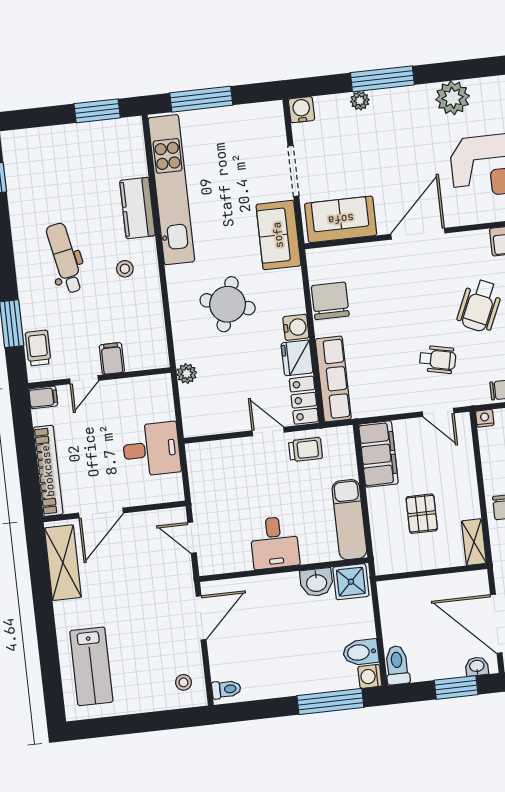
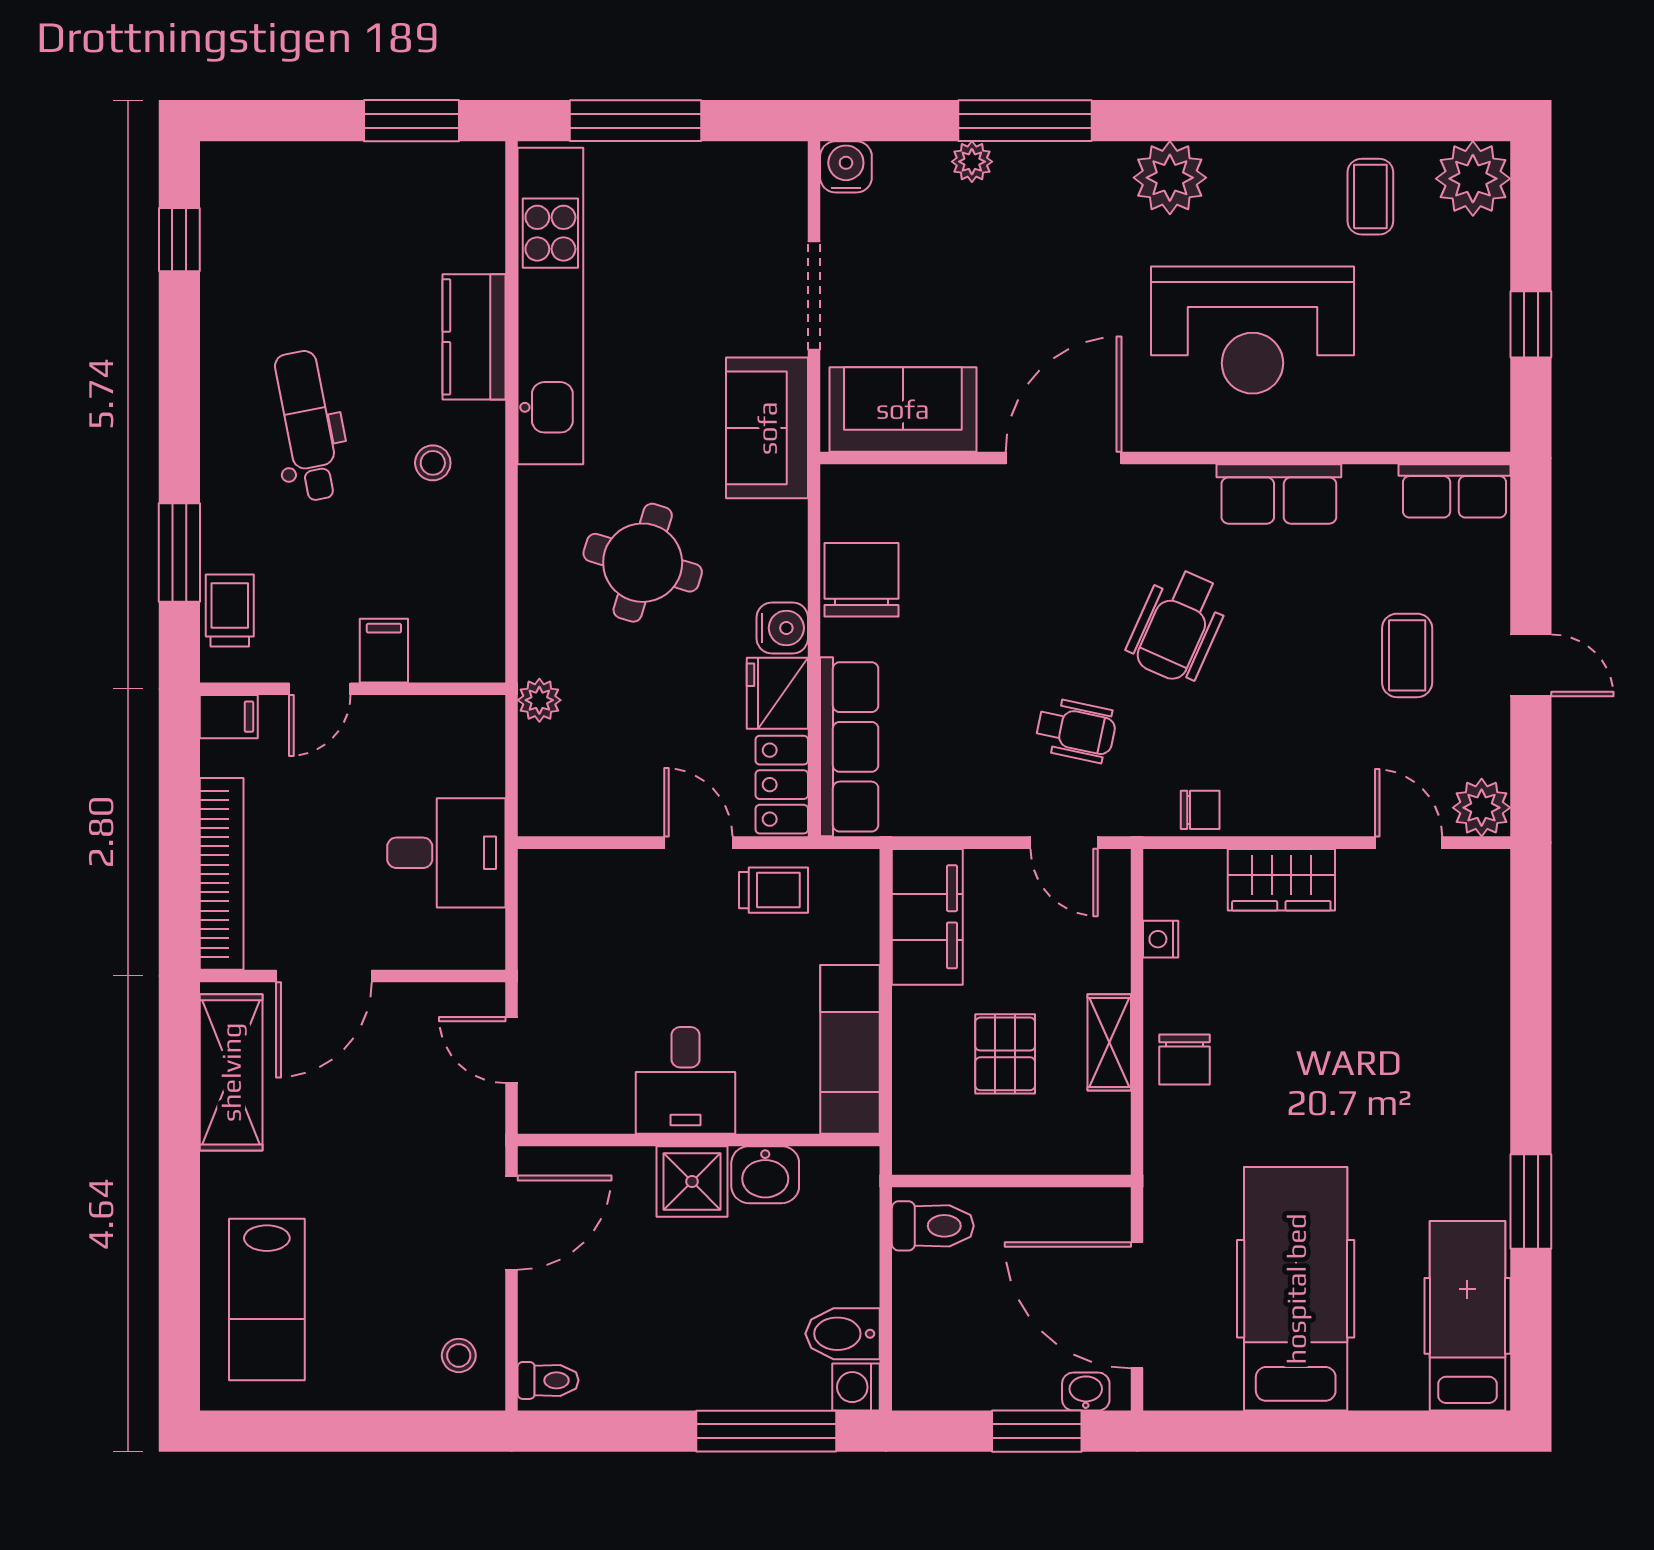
nightstand: (485, 418) -> (1161, 939), moved, turned -90
shelving: (474, 542) -> (1109, 1042), moved
shower: (351, 582) -> (692, 1181), moved
toilet: (397, 665) -> (933, 1226), moved, turned 90

